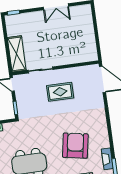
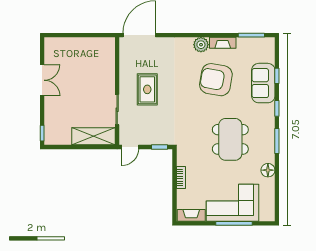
plant: (102, 130) -> (201, 45), added
fireplace: (107, 159) -> (223, 43), moved

